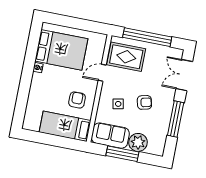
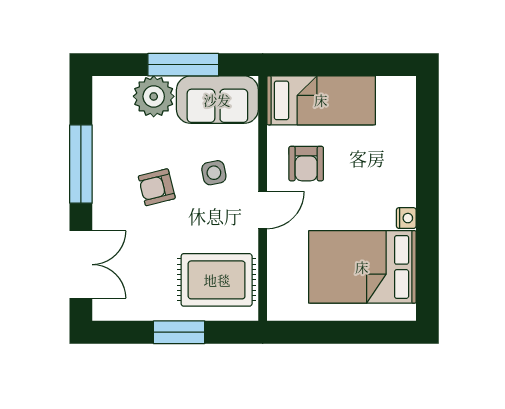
window: (147, 37) -> (179, 332), width x0.47
door: (102, 73) -> (263, 210), moved

